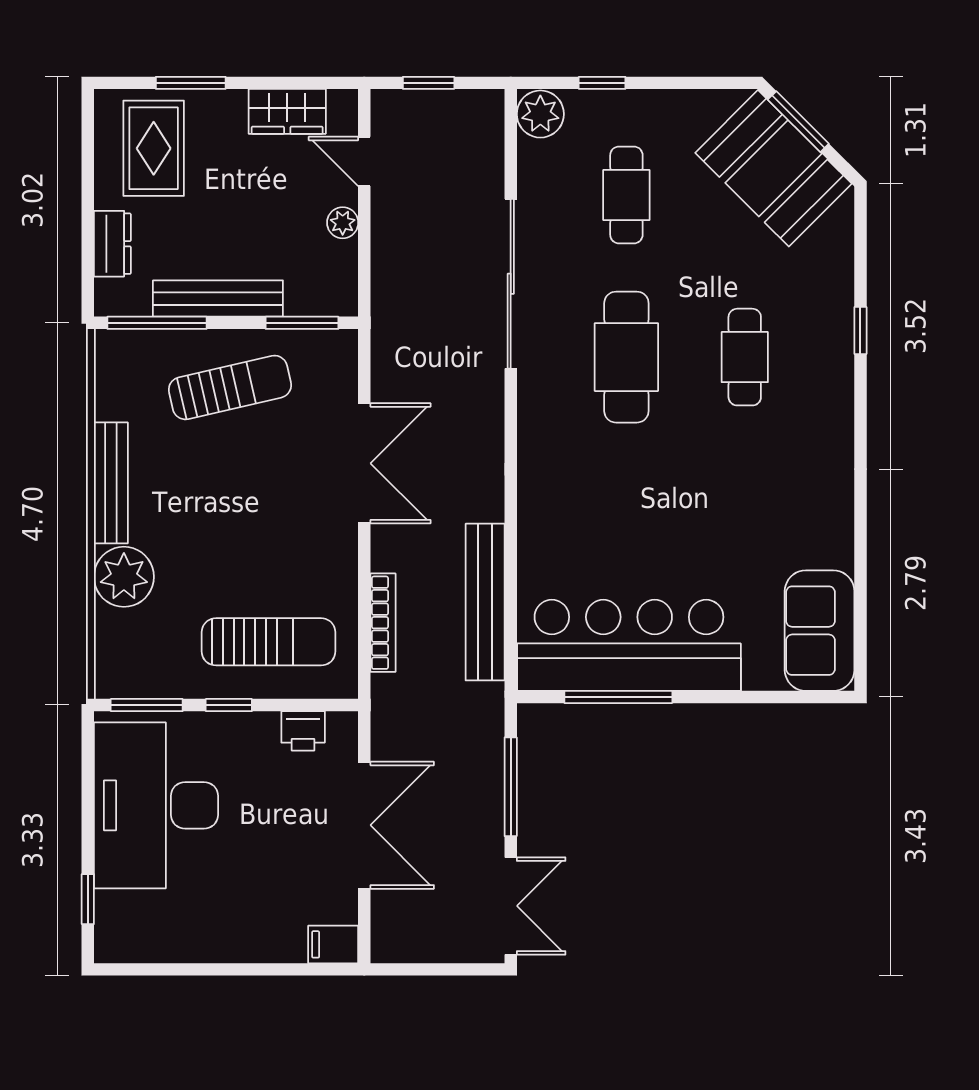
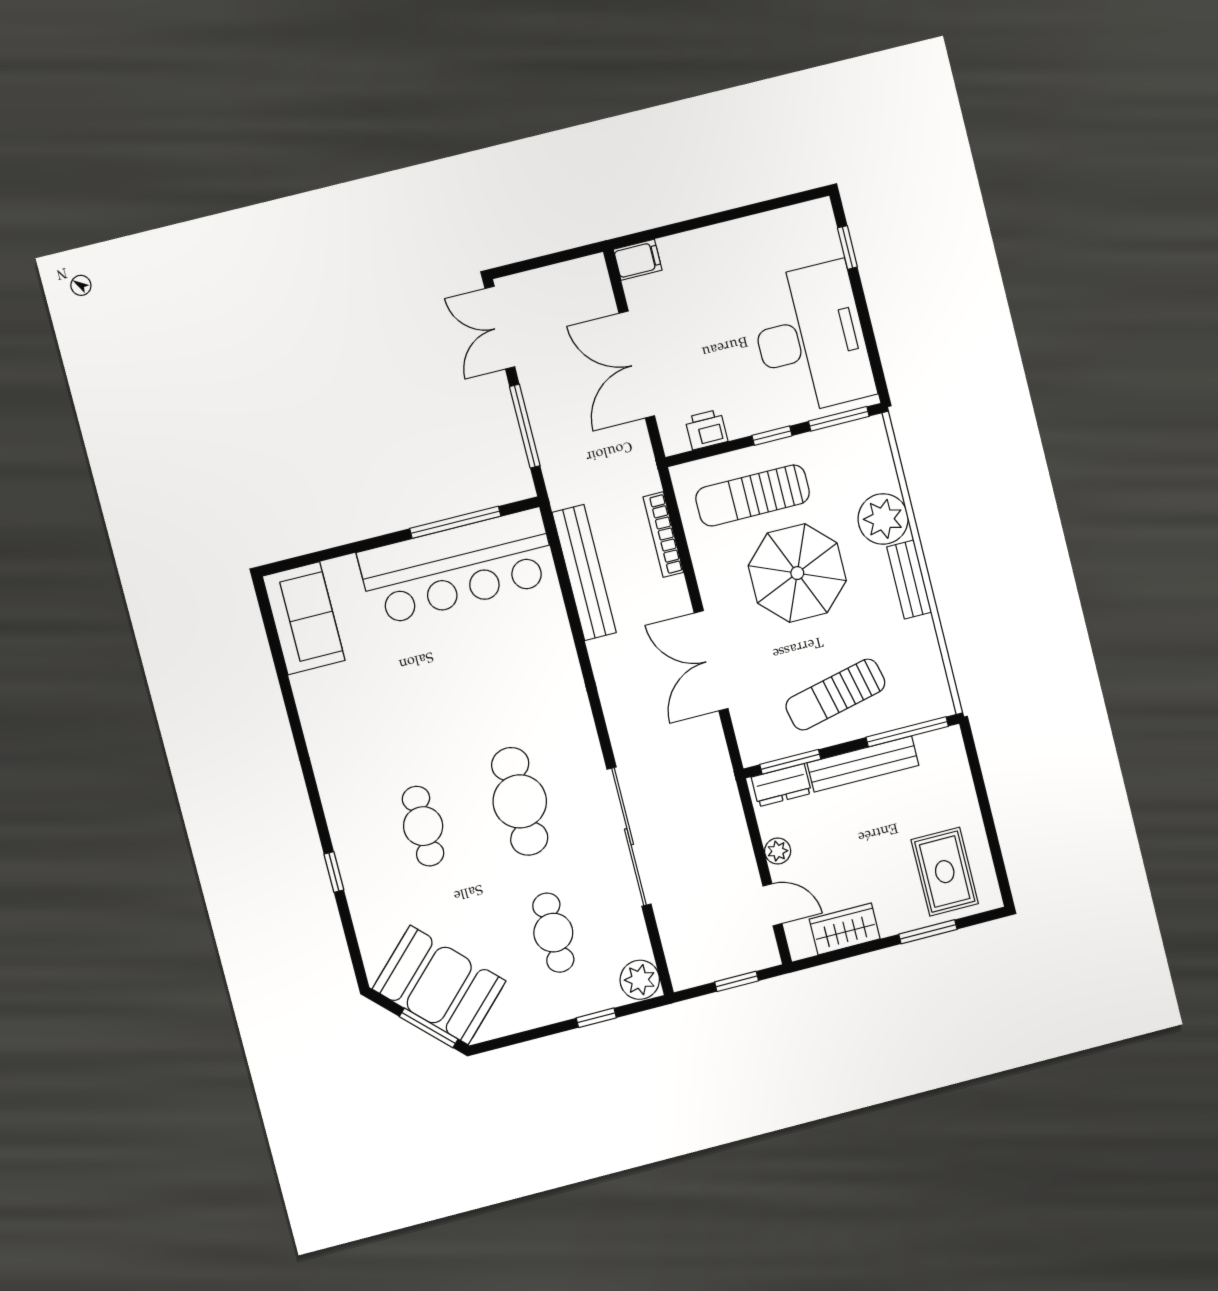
dresser: (112, 244) -> (781, 785), moved, turned -90
bench: (111, 483) -> (909, 580), width x0.73
parasol: (239, 539) -> (797, 573), added

